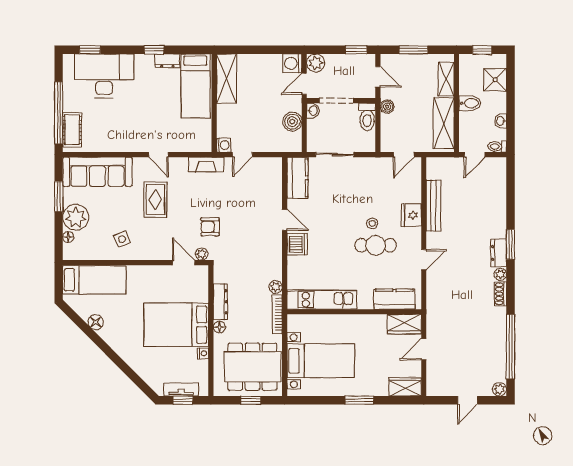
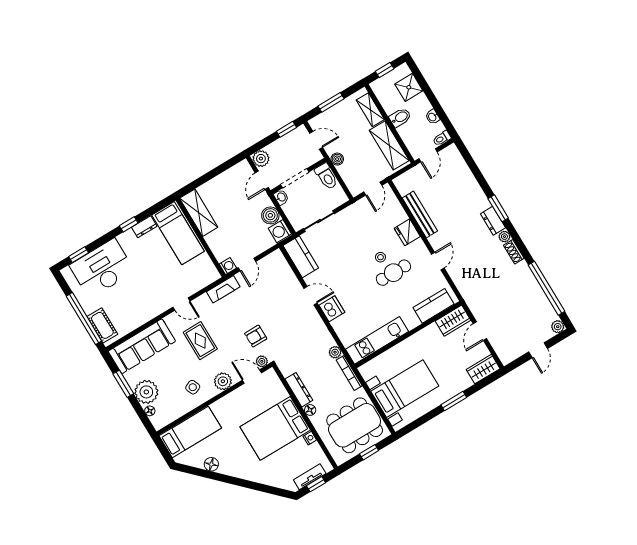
washing machine: (292, 63) -> (280, 231), moved
plant: (154, 251) -> (223, 381), added

